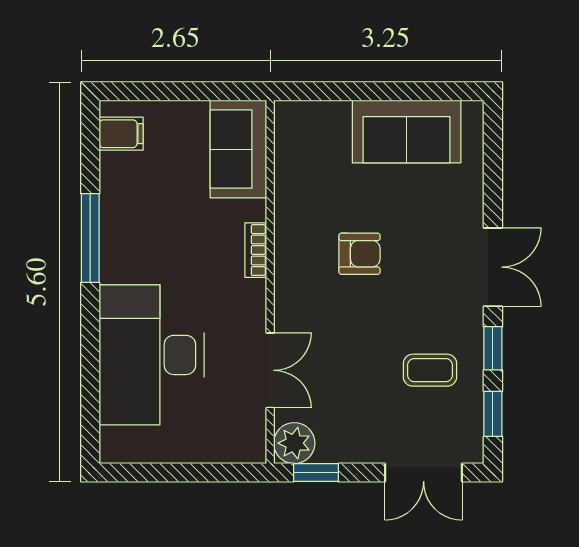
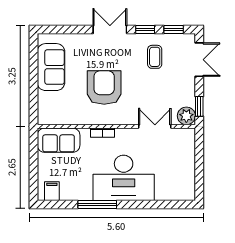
armchair: (359, 254) -> (104, 87), width x1.88, depth x1.88
desk: (152, 355) -> (124, 178), moved

